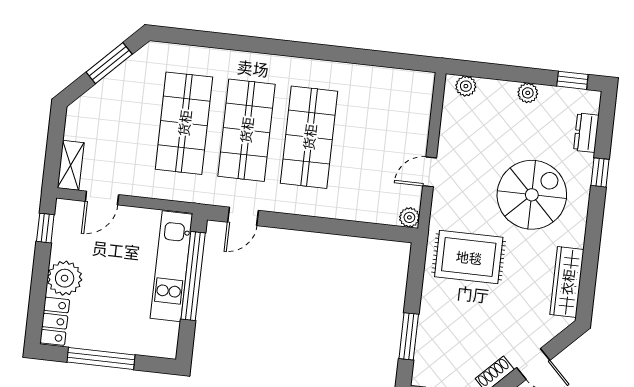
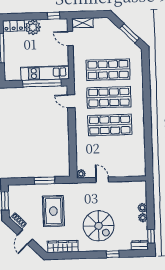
plant: (466, 86) -> (142, 208), moved
dresser: (586, 133) -> (140, 245), moved
rug: (469, 257) -> (53, 211), moved
window: (409, 336) -> (45, 180), moved

